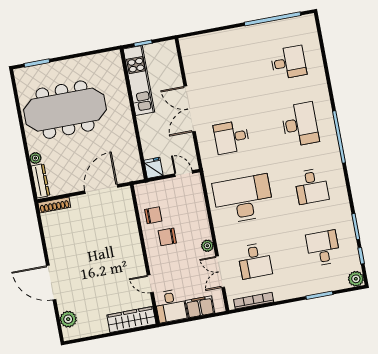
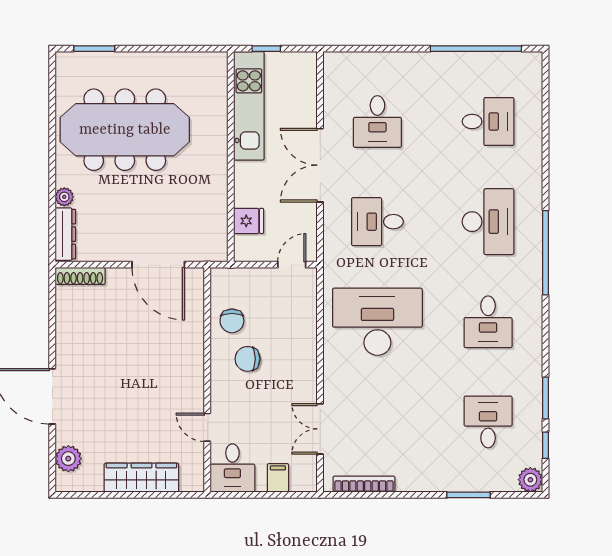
fridge: (154, 168) -> (249, 221), moved, turned 90
door: (184, 174) -> (292, 265), hinge flipped
door: (101, 189) -> (158, 265), swing flipped
chair: (153, 215) -> (232, 321), turned 90
plant: (207, 246) -> (308, 384), removed
desk: (255, 261) -> (377, 121), moved
filing cabinet: (200, 307) -> (278, 478), width x0.50
wardrobe: (131, 319) -> (141, 478), moved

